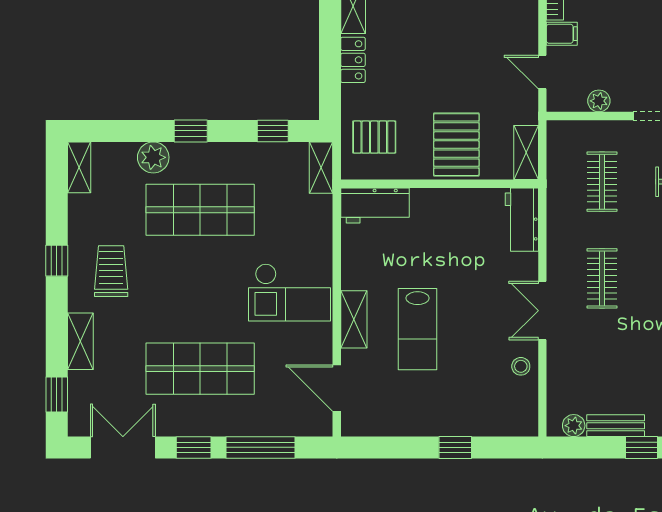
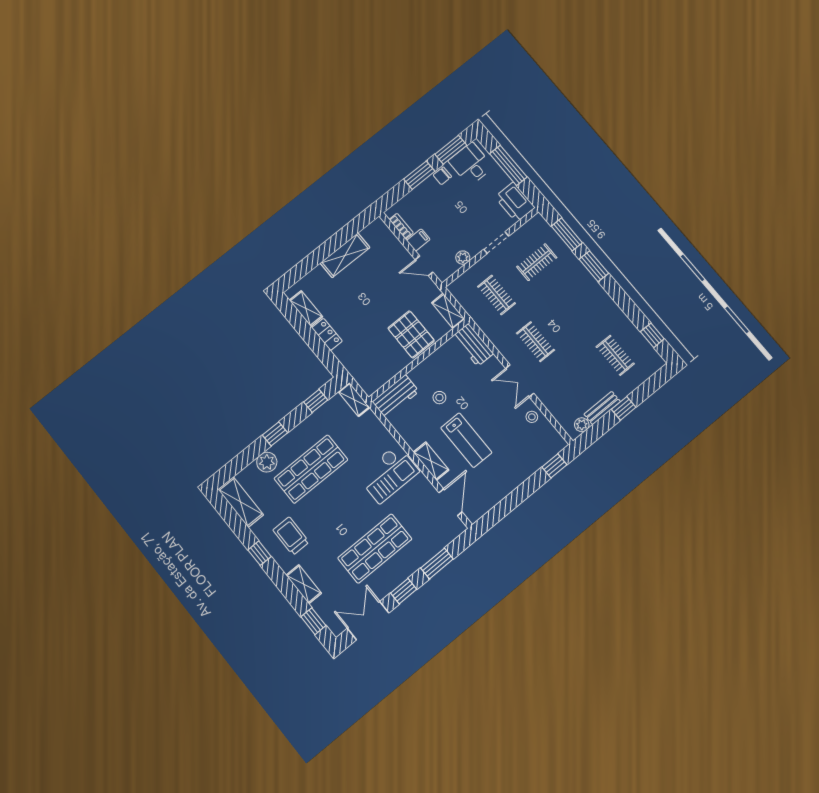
pallet: (374, 137) -> (368, 363), removed
shelving: (79, 167) -> (241, 502), width x1.50, depth x1.33
stool: (428, 251) -> (439, 398), added
door: (337, 388) -> (450, 502), swing flipped
window: (260, 447) -> (437, 563), width x0.69
window: (455, 447) -> (554, 466), moved

